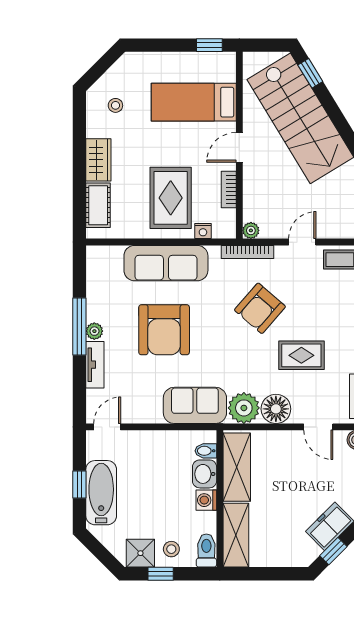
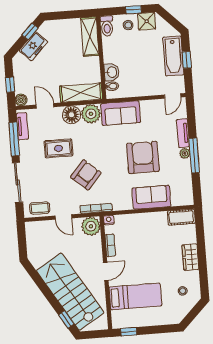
rug: (171, 198) -> (145, 237), removed
cot: (98, 205) -> (181, 217), moved, turned 90
plant: (251, 230) -> (91, 226), width x1.87, depth x1.87
nightstand: (203, 231) -> (109, 220), moved
door: (302, 242) -> (63, 217), hinge flipped
sofa: (166, 263) -> (151, 197), width x0.73
shelving: (237, 467) -> (81, 93), moved, turned 90
washing machine: (206, 500) -> (109, 56), removed

